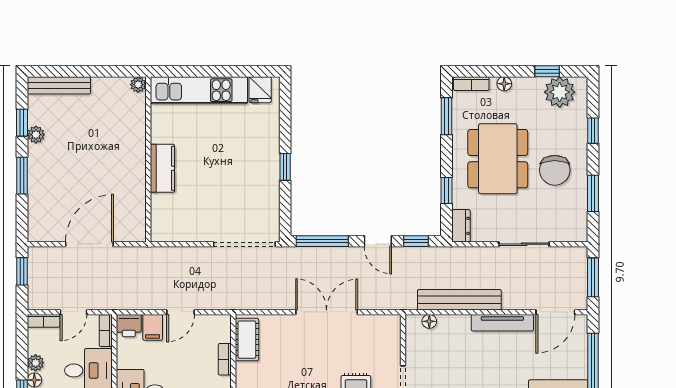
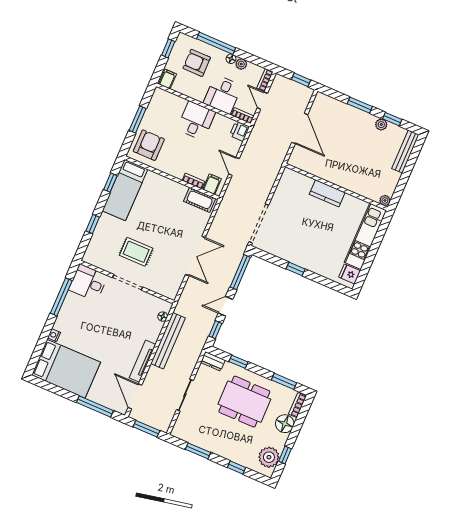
floor lamp: (504, 84) -> (285, 424), width x1.89, depth x1.89
chair: (555, 170) -> (222, 434), removed
filing cabinet: (153, 327) -> (212, 184), moved, turned 90

